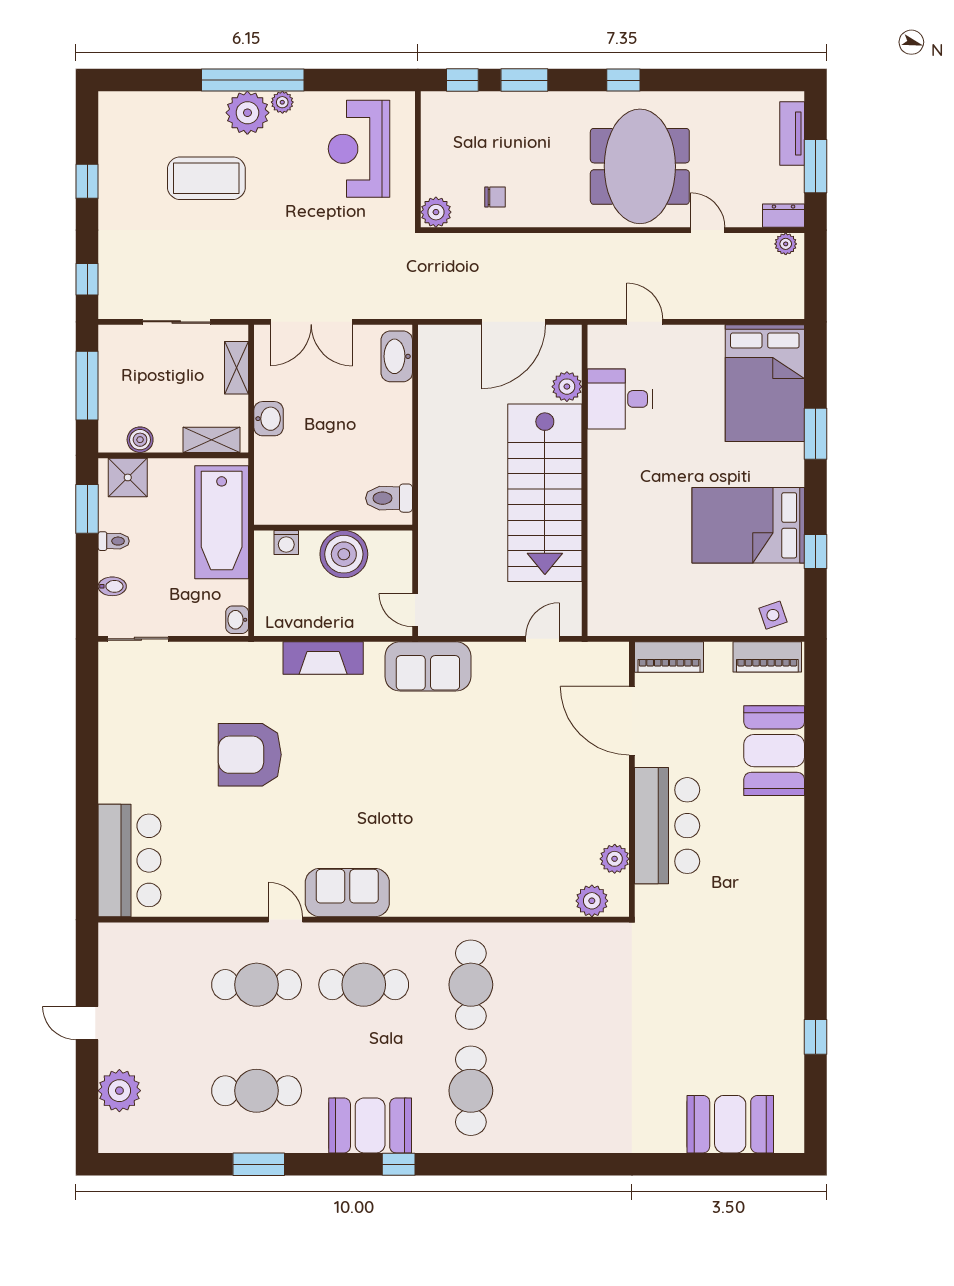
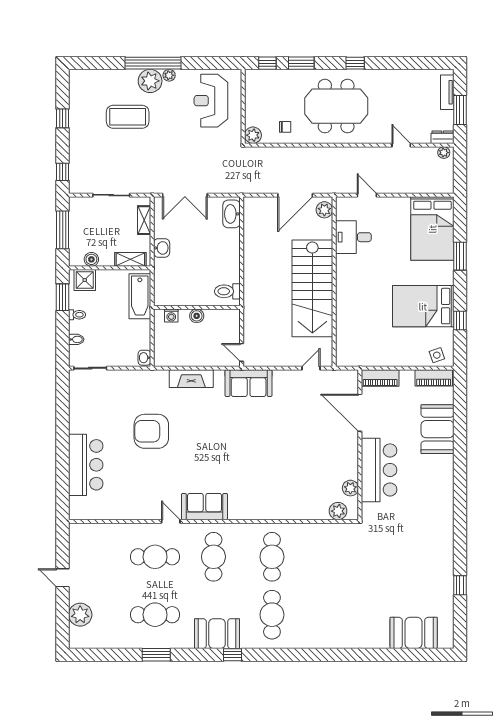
meeting table: (640, 166) -> (336, 106), moved, turned 90
plant: (567, 387) -> (324, 210), moved
bathtub: (222, 522) -> (140, 296), width x0.73, depth x0.73
boiler: (344, 554) -> (197, 316), width x0.54, depth x0.54
bar counter: (130, 860) -> (86, 465), moved
cafe table: (364, 985) -> (213, 557), turned 90

